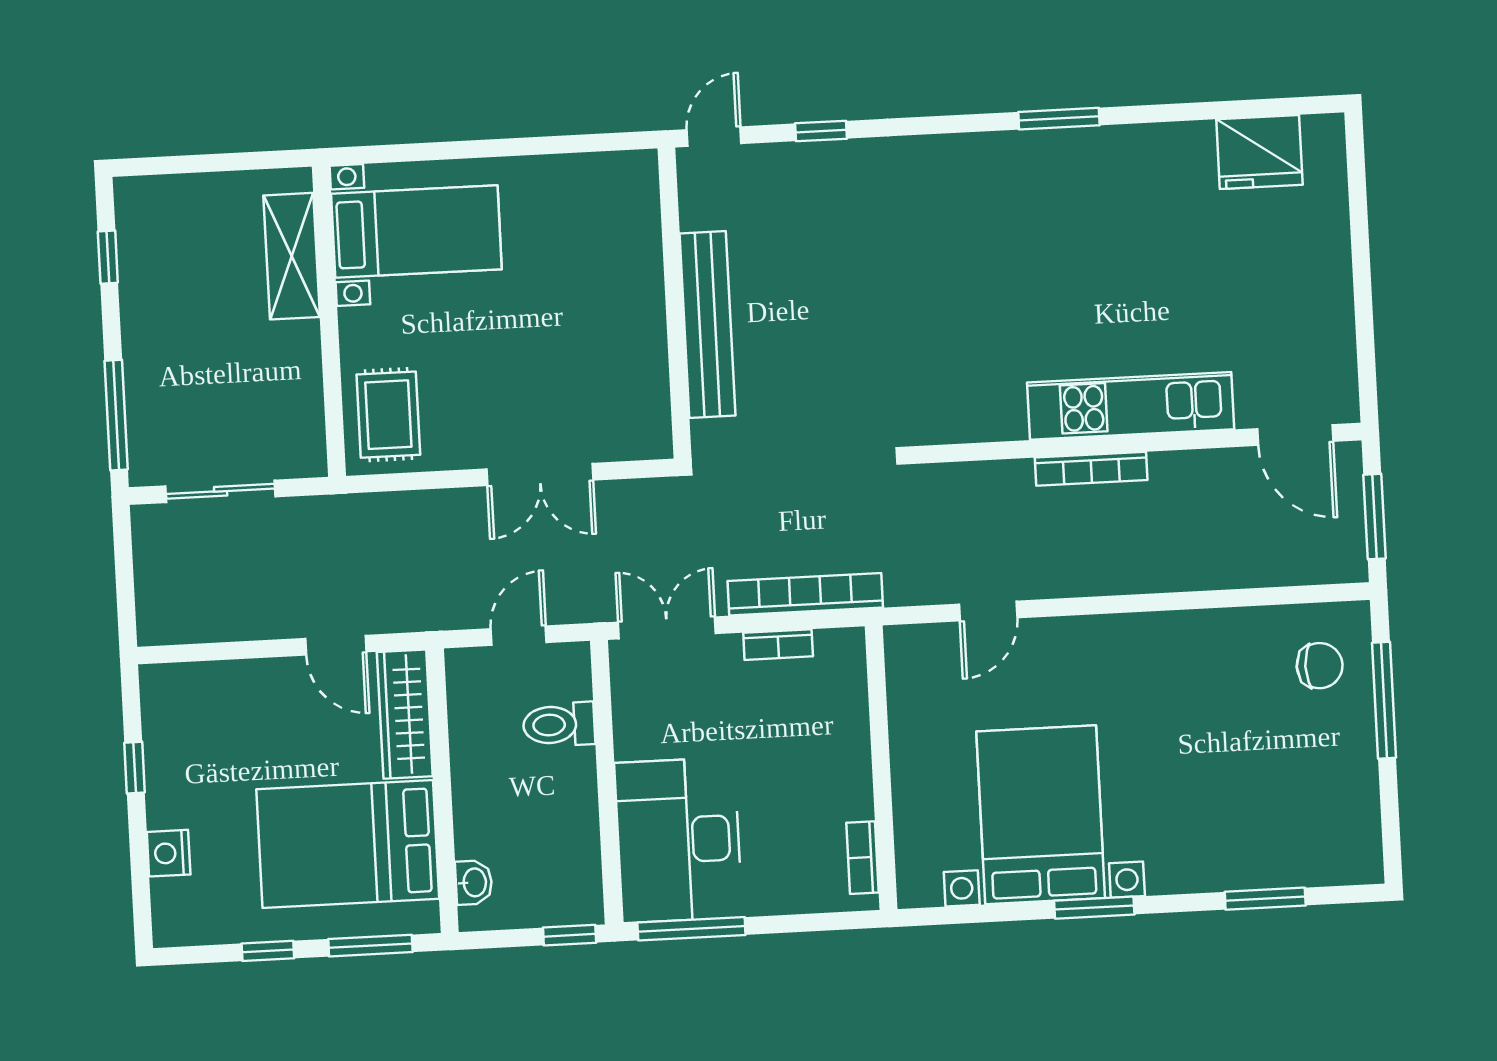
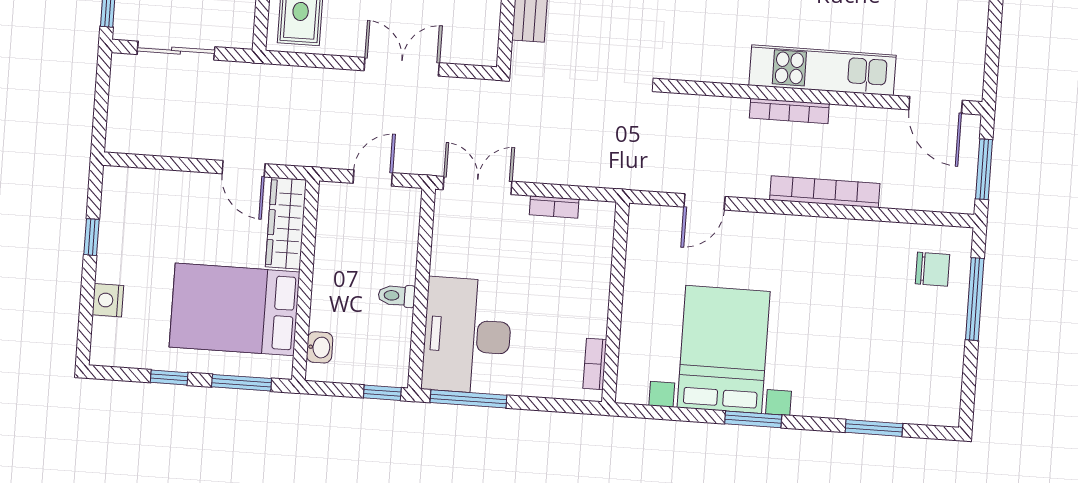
double door: (540, 475) -> (402, 67), swing flipped
bookcase: (805, 594) -> (825, 192), moved
toilet: (559, 725) -> (397, 296), moved, width x0.73, depth x0.72

